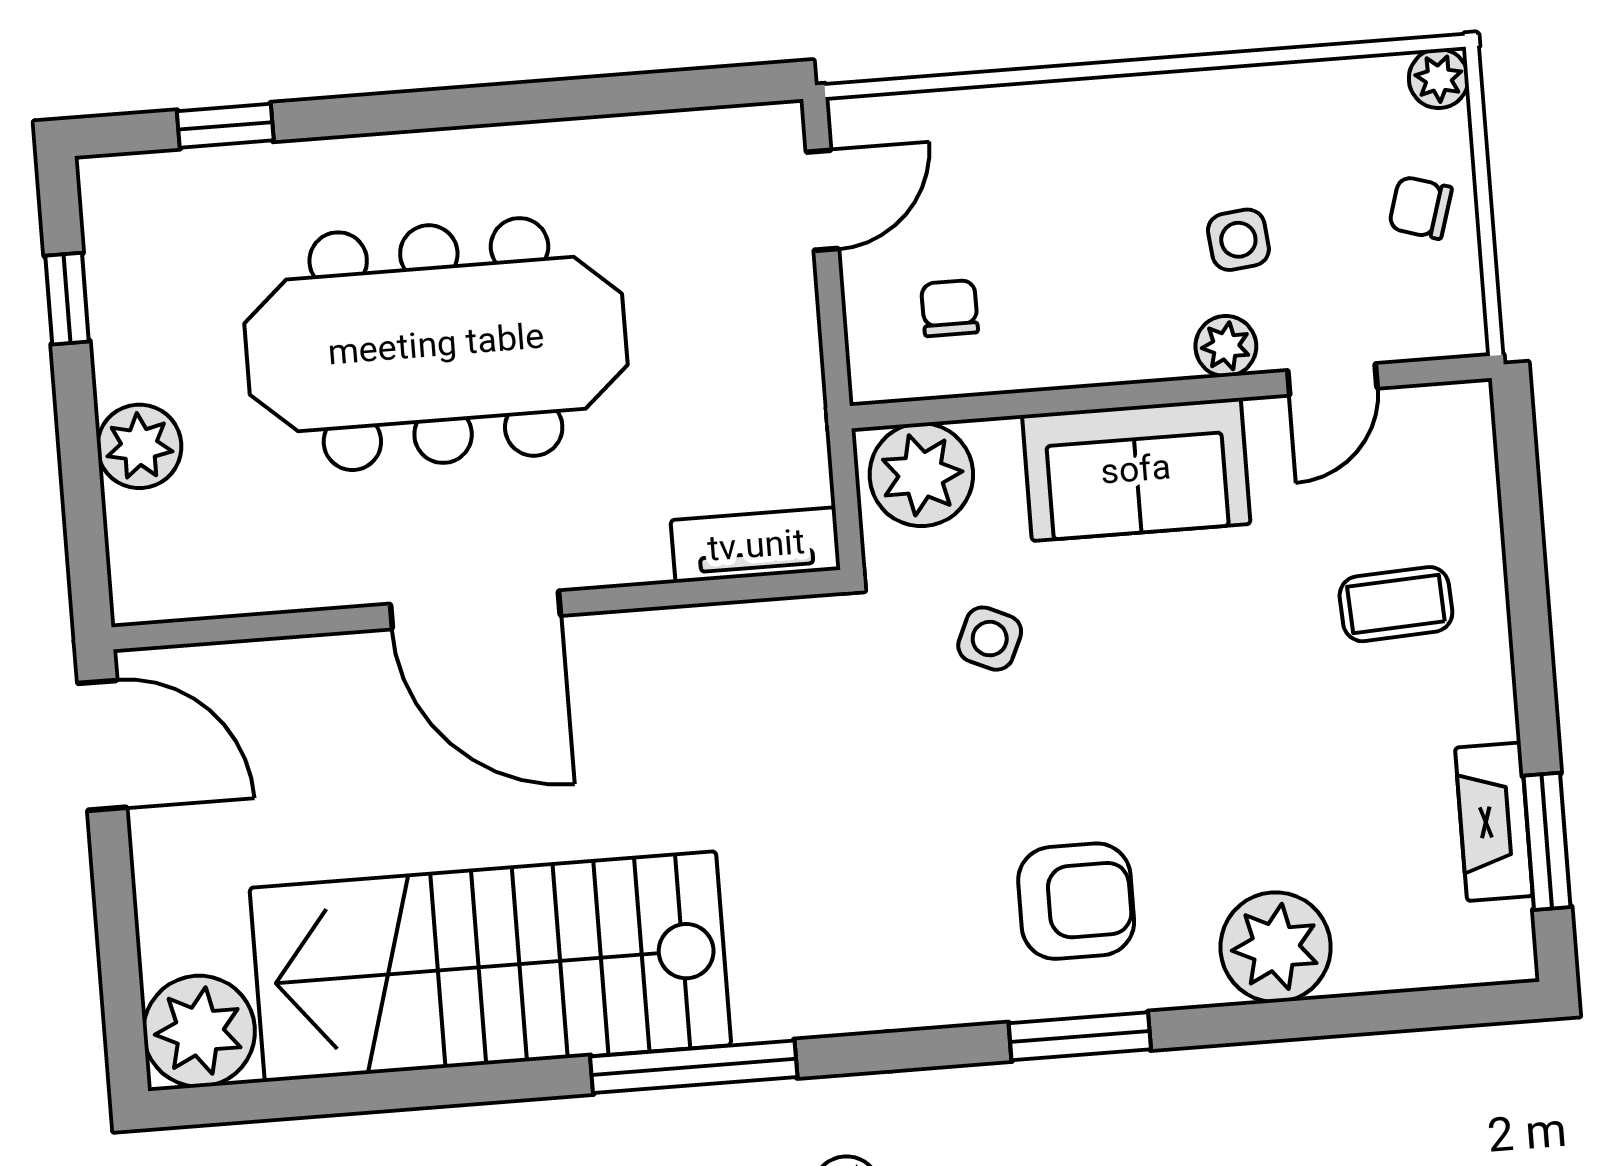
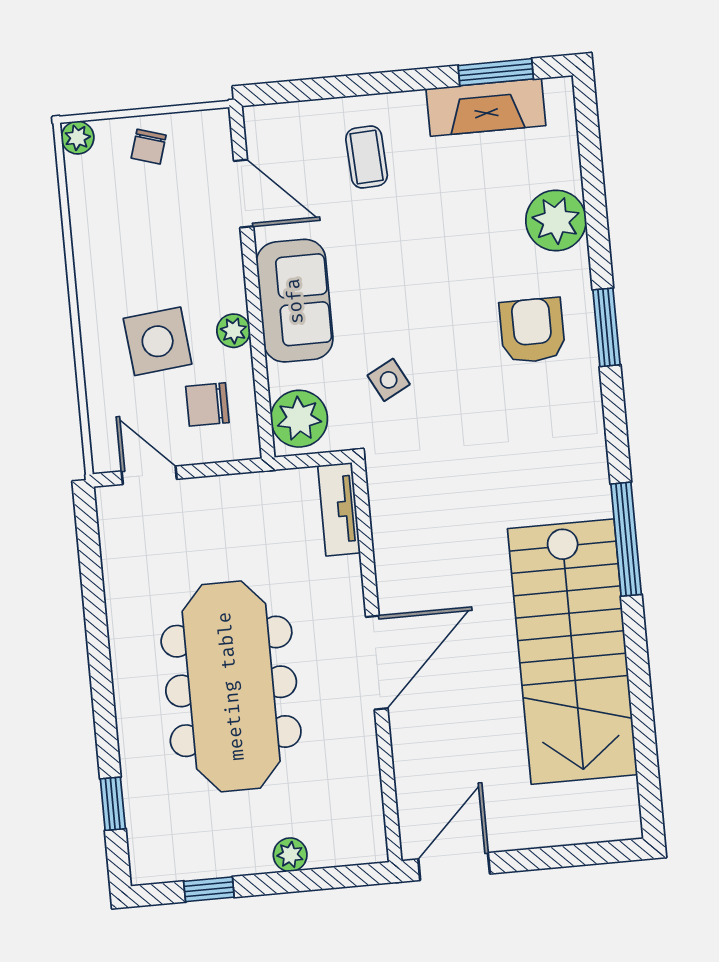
side table: (1238, 240) -> (158, 341), moved, width x1.87, depth x1.87
chair: (950, 308) -> (207, 404), width x1.37, depth x1.37
plant: (1226, 346) -> (233, 331), moved
door: (1332, 379) -> (244, 194), width x1.38
plant: (139, 446) -> (290, 855), width x0.73, depth x0.73
side table: (990, 639) -> (389, 380), turned 38
fireplace: (1494, 822) -> (486, 107), width x1.37, depth x1.32
plant: (199, 1031) -> (610, 811), removed

